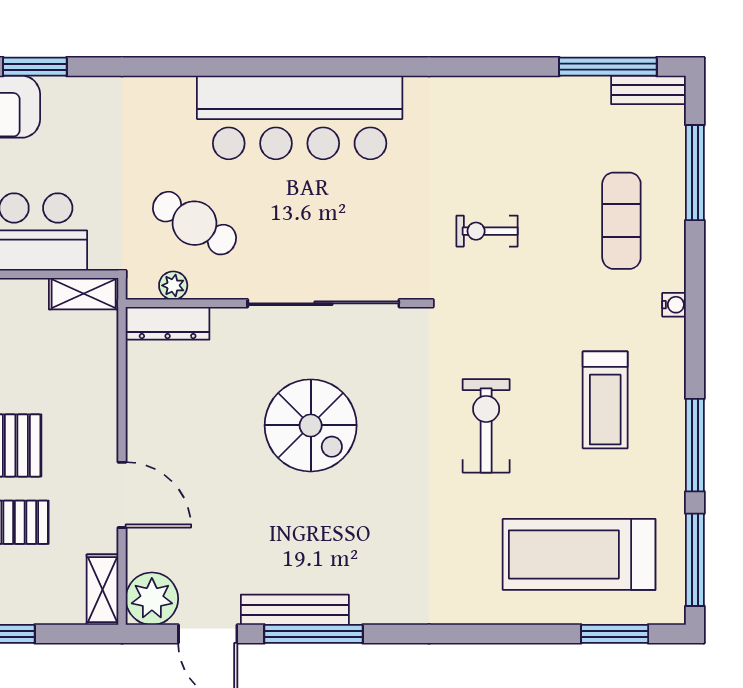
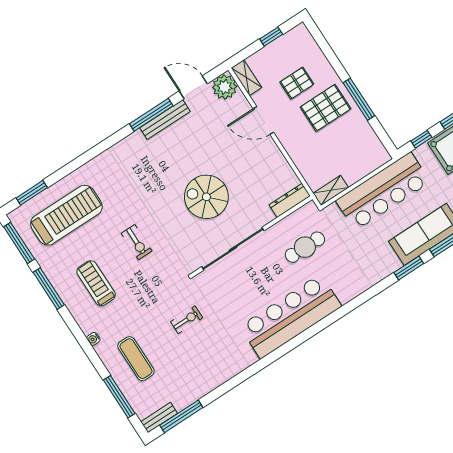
cafe table: (194, 223) -> (305, 247), turned -31
plant: (173, 285) -> (297, 217), removed
exercise bike: (486, 426) -> (137, 242), width x0.73, depth x0.72

